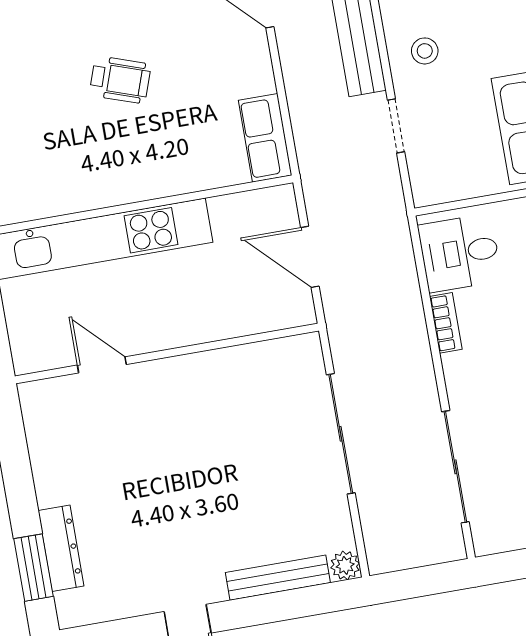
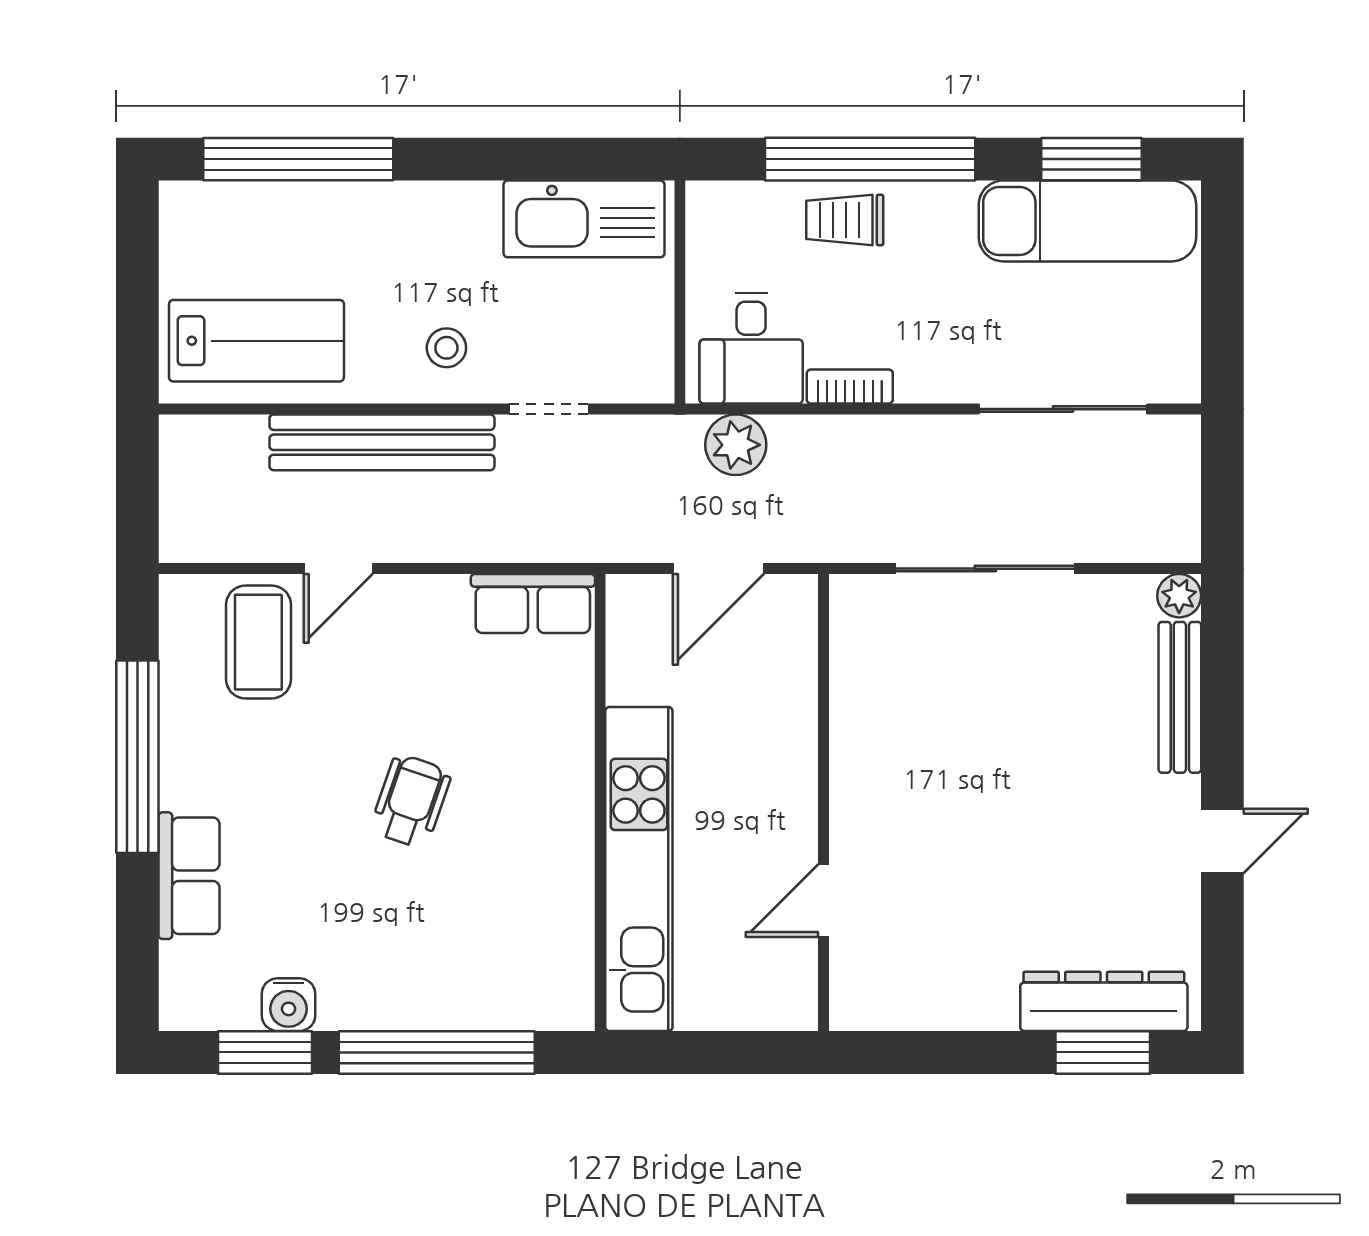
plant: (394, 254) -> (736, 445), added
dresser: (61, 548) -> (1104, 1001), width x1.37, depth x1.24

